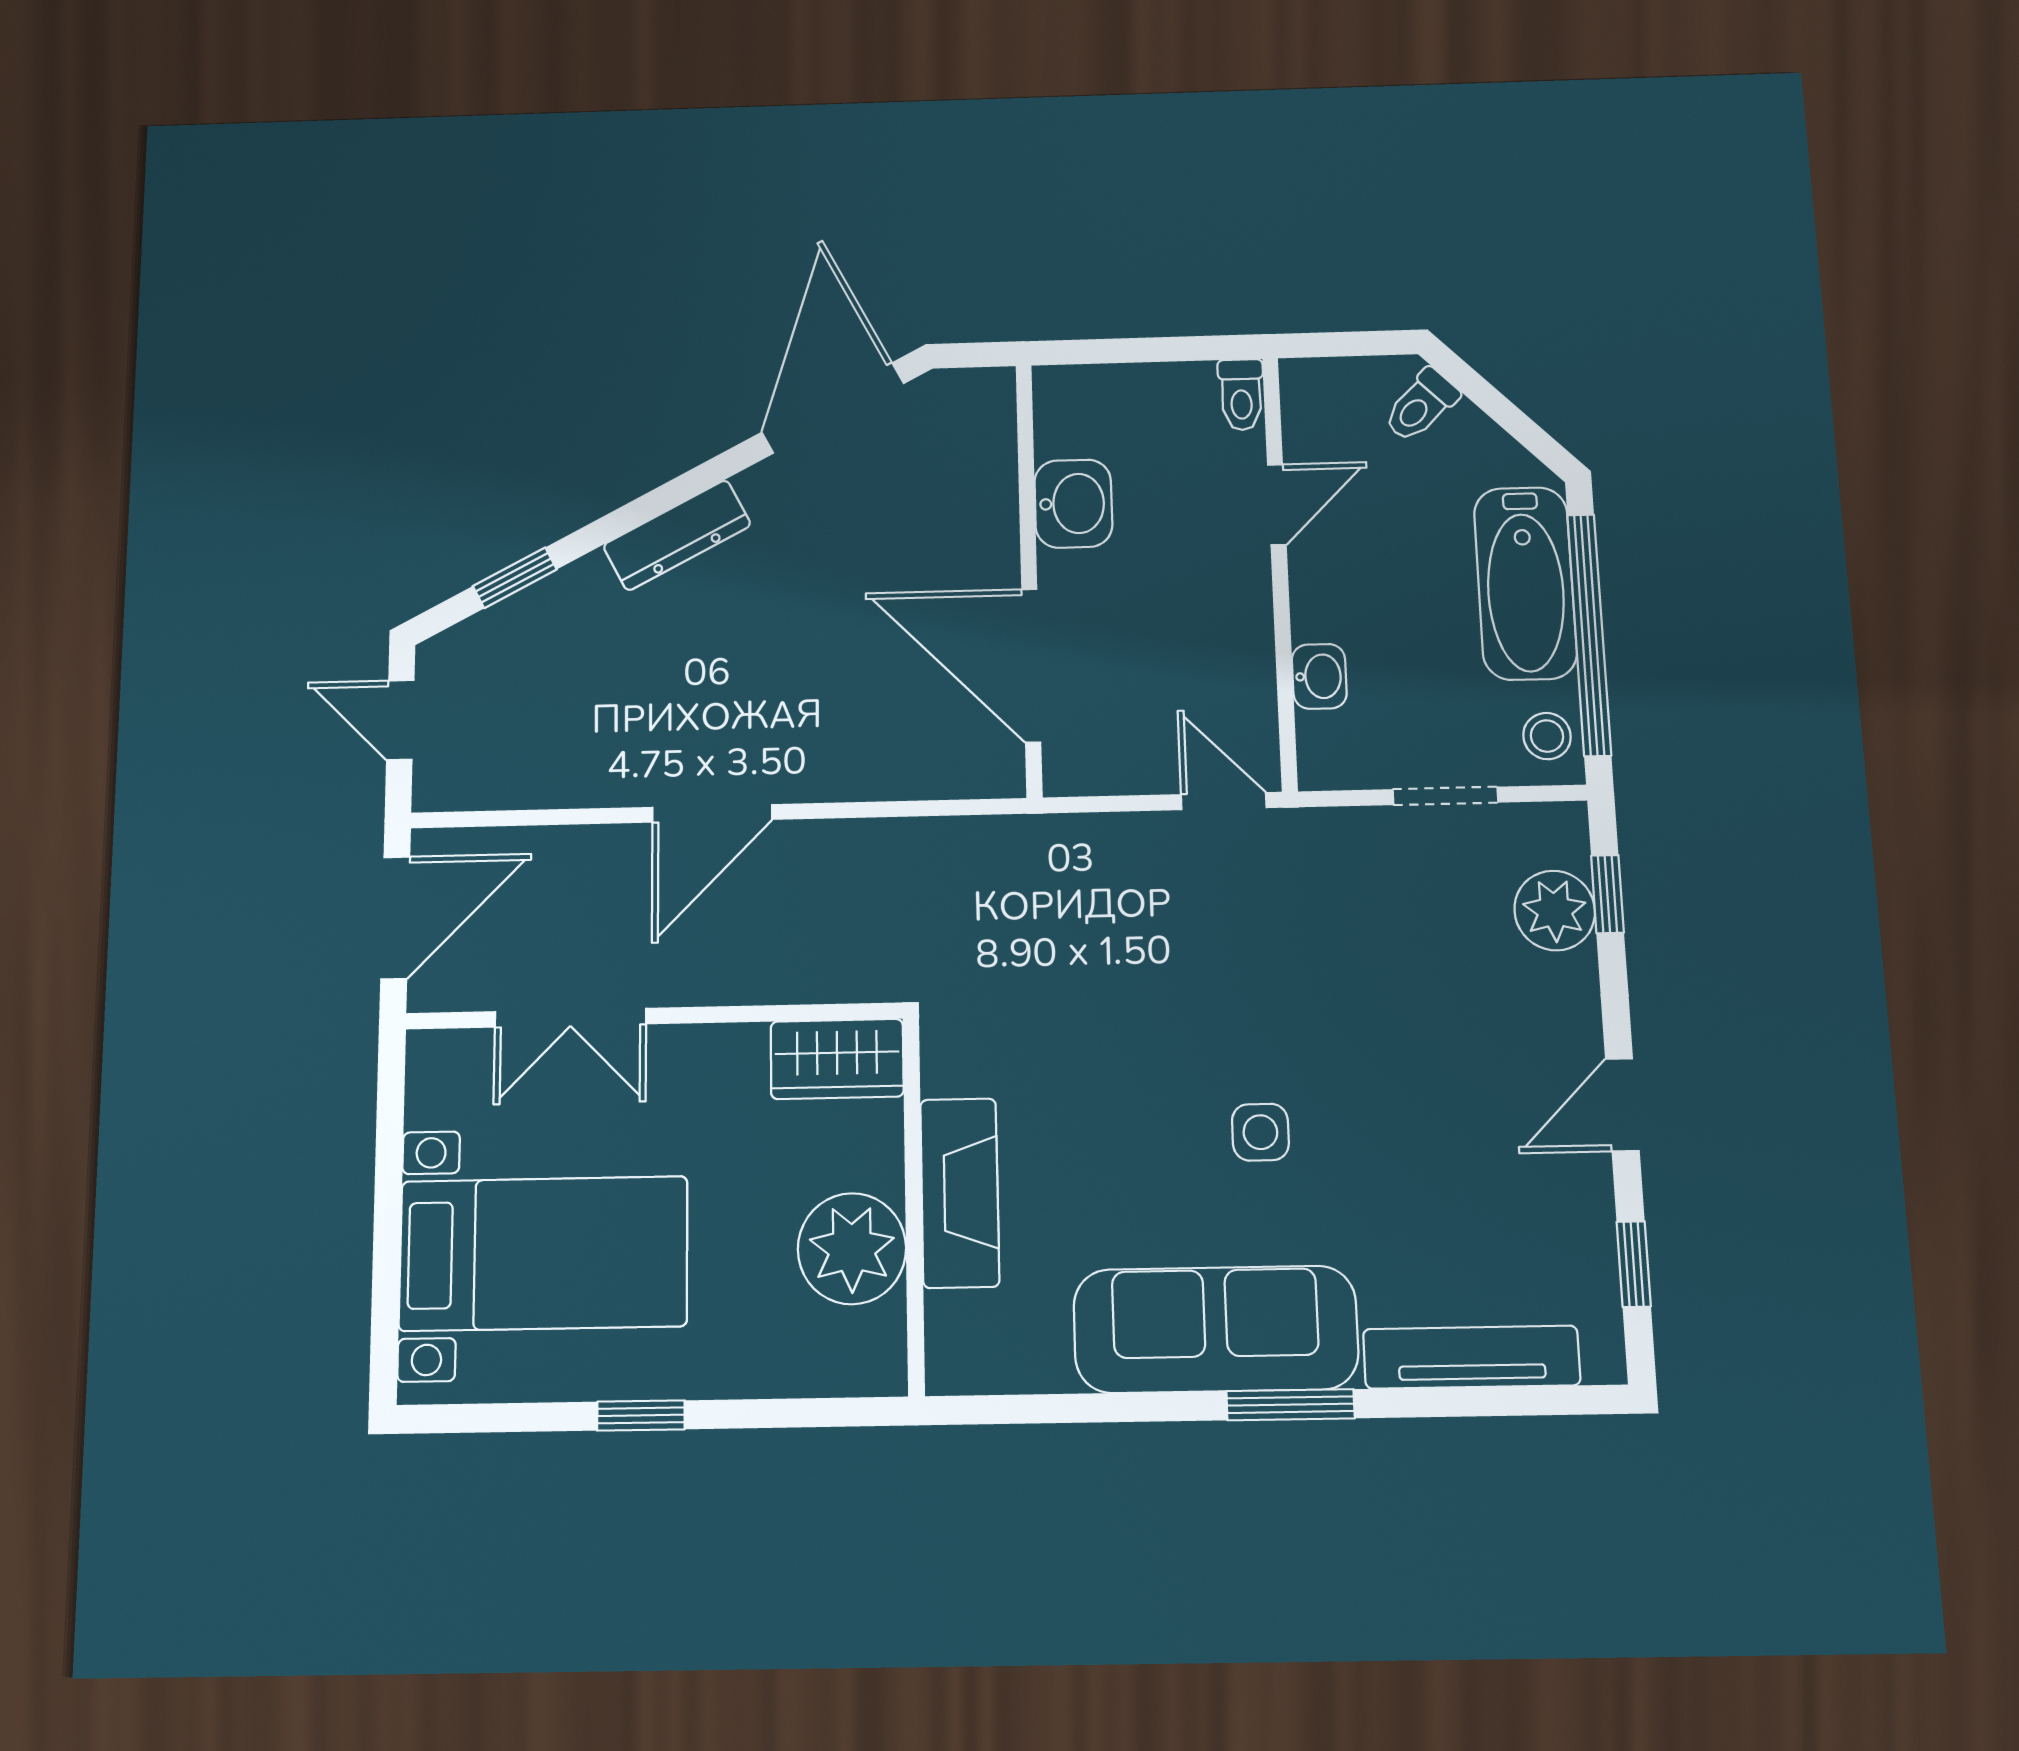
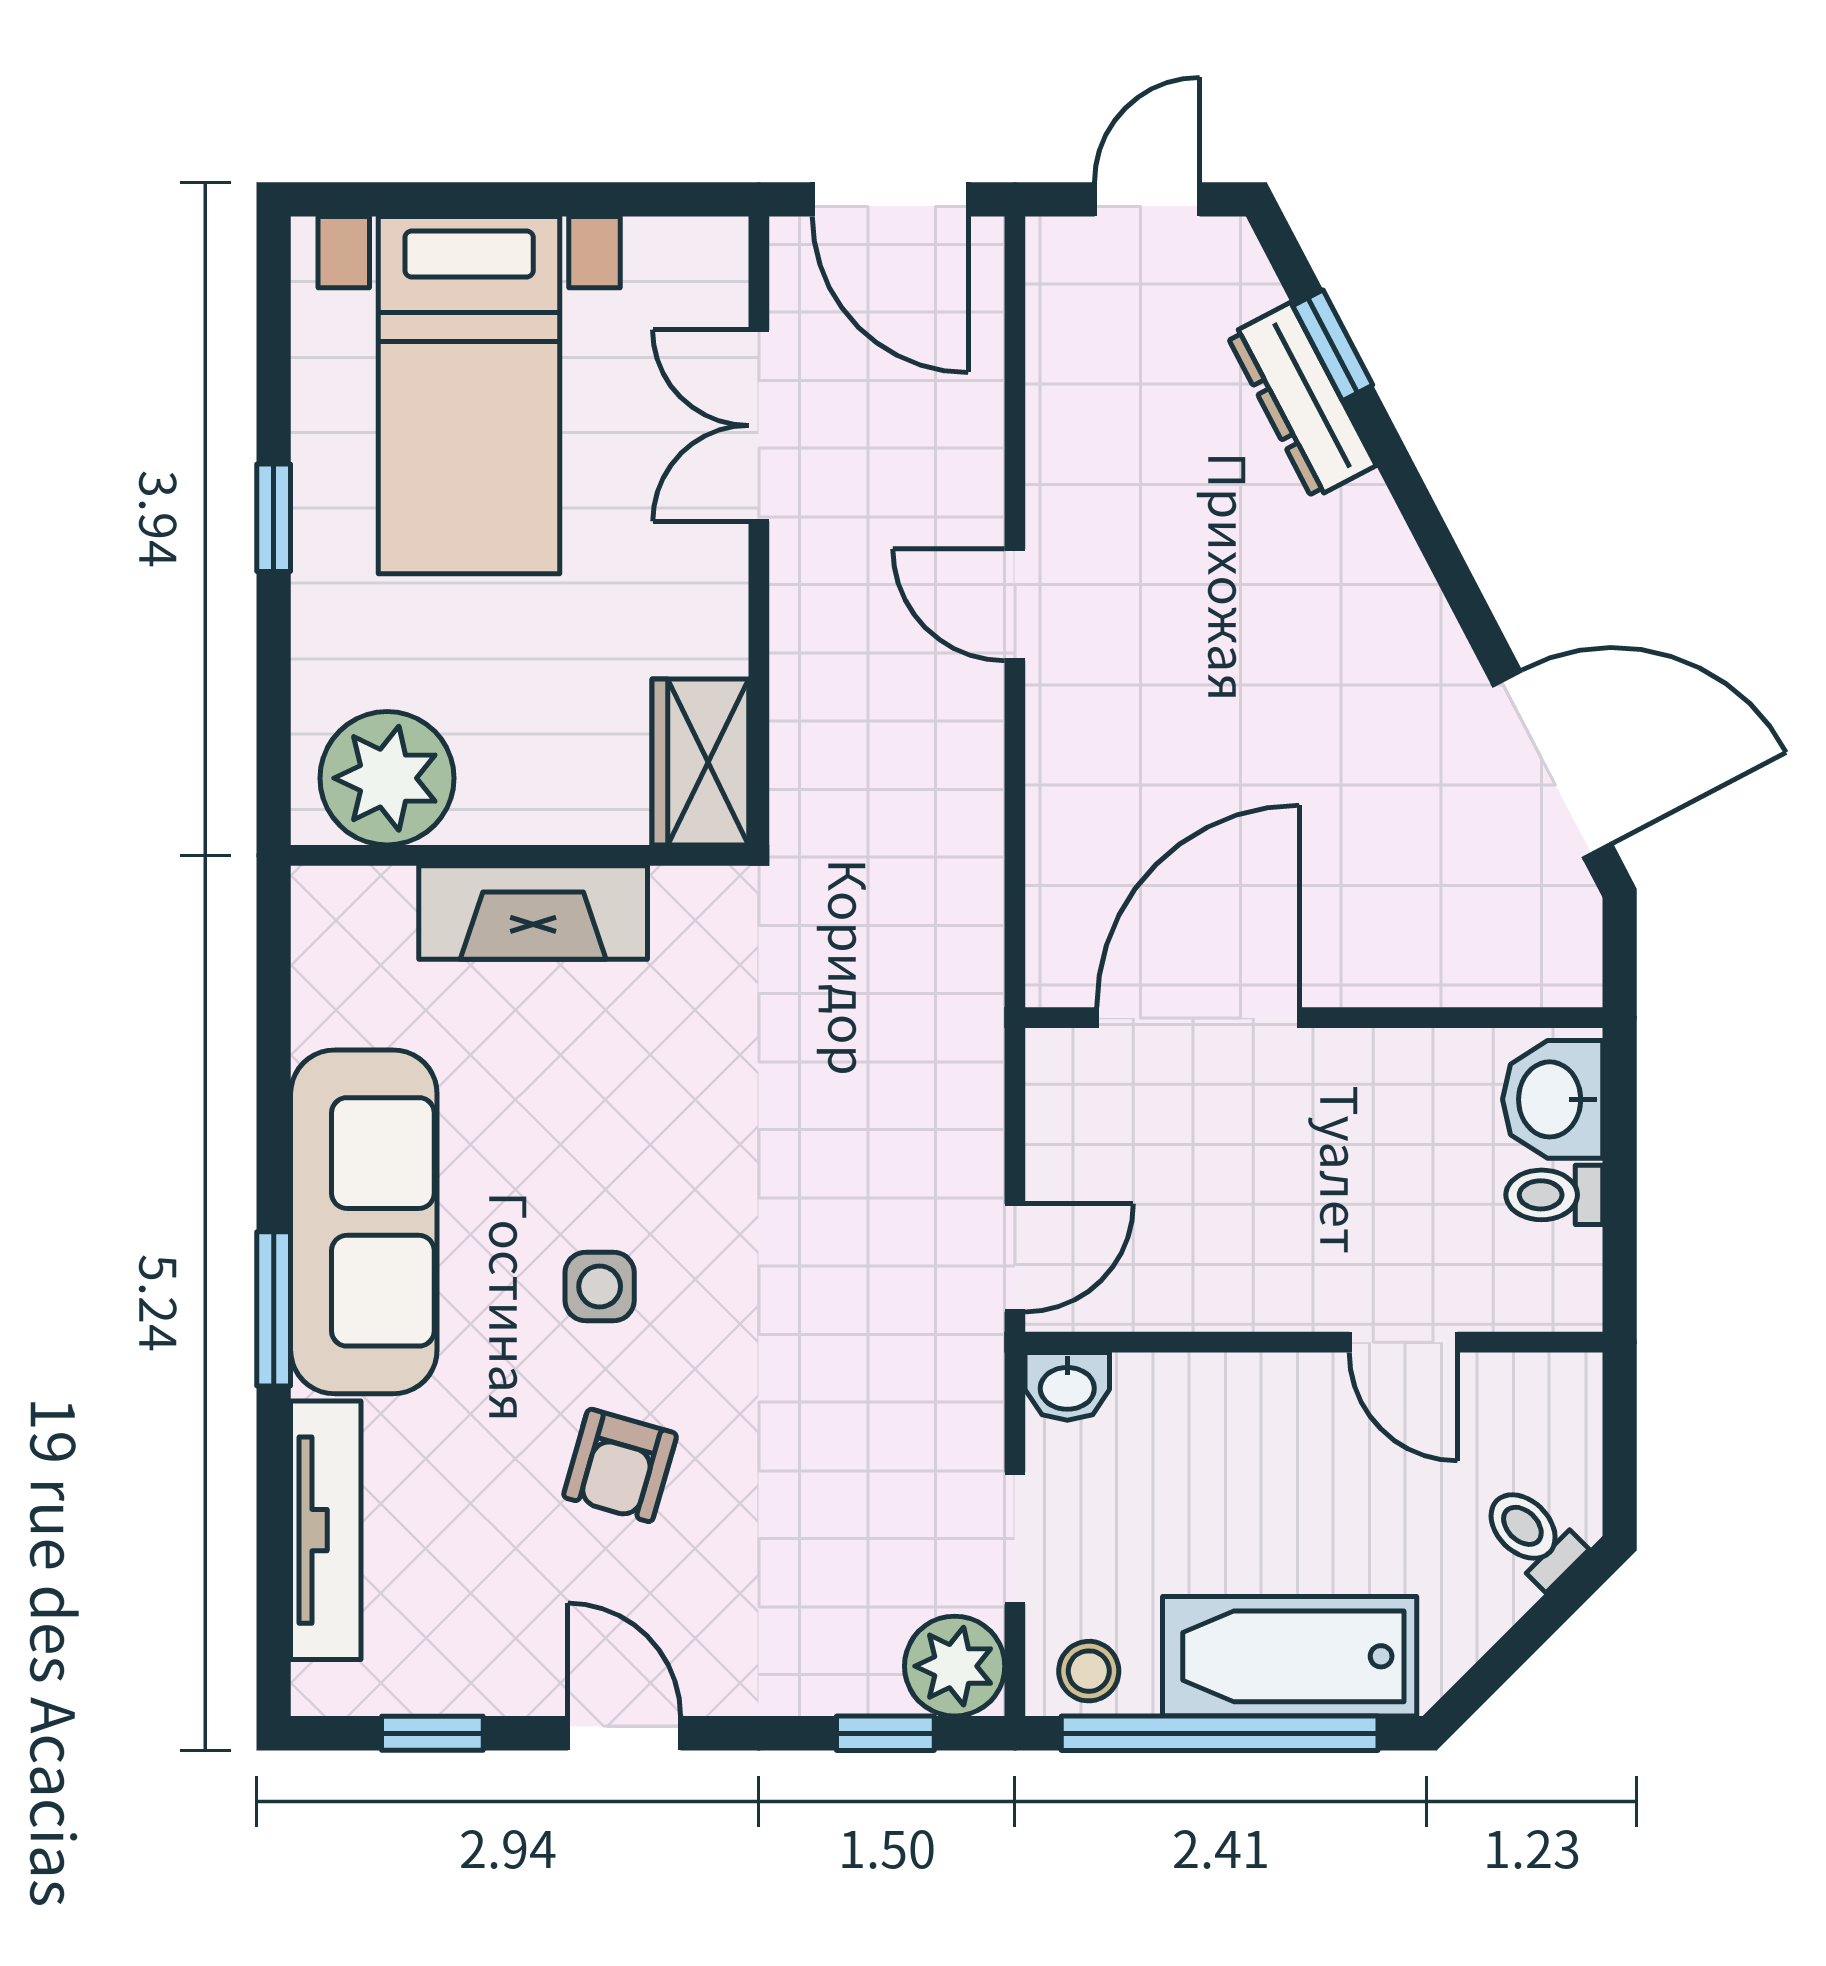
toilet: (1241, 395) -> (1554, 1195), moved
washbasin: (1073, 504) -> (1553, 1099), moved, turned 90
dresser: (677, 535) -> (1302, 401), moved
washbasin: (1319, 676) -> (1067, 1386), moved
door: (712, 813) -> (1015, 605), width x0.73
plant: (1555, 910) -> (955, 1666), moved
armchair: (1405, 1113) -> (620, 1465), added
plant: (852, 1249) -> (387, 778), moved

